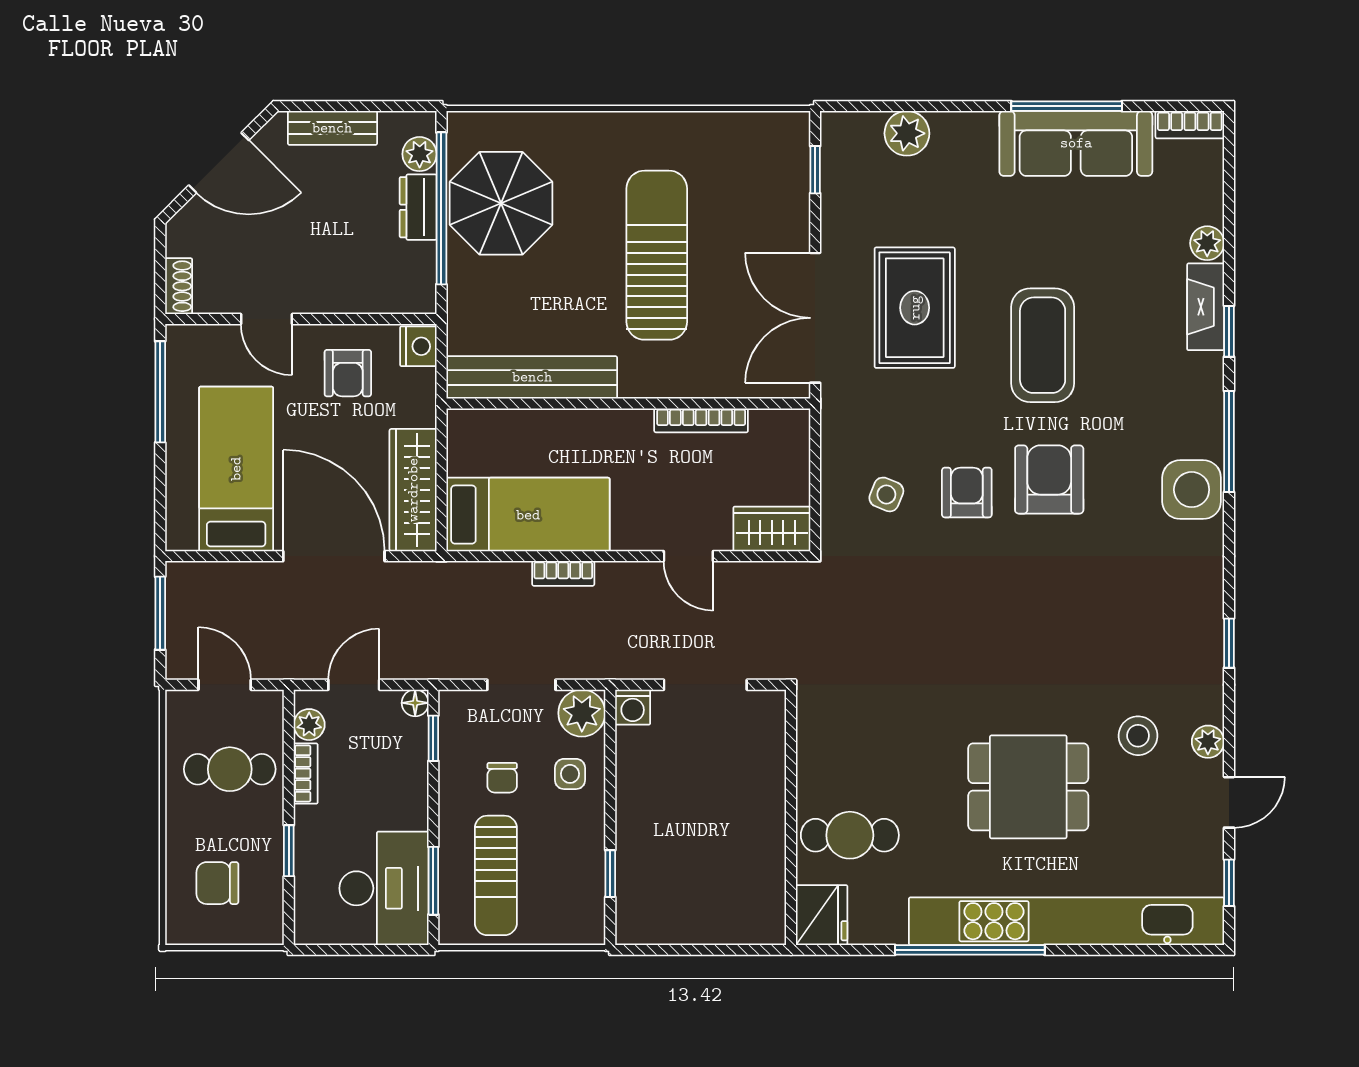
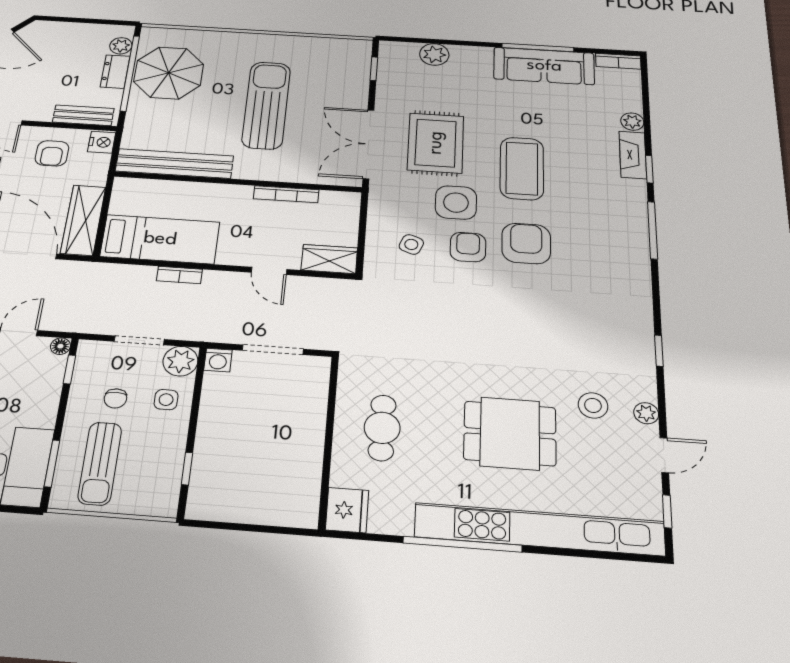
bench: (332, 128) -> (83, 115), moved
side table: (1192, 490) -> (456, 203), moved
cafe table: (850, 835) -> (382, 428), moved, turned 90

